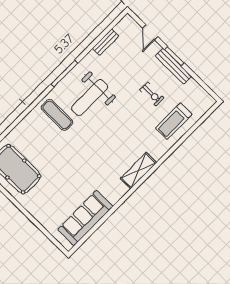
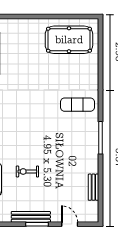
exercise bike: (152, 94) -> (27, 171), moved
weight bench: (90, 98) -> (67, 139), removed

